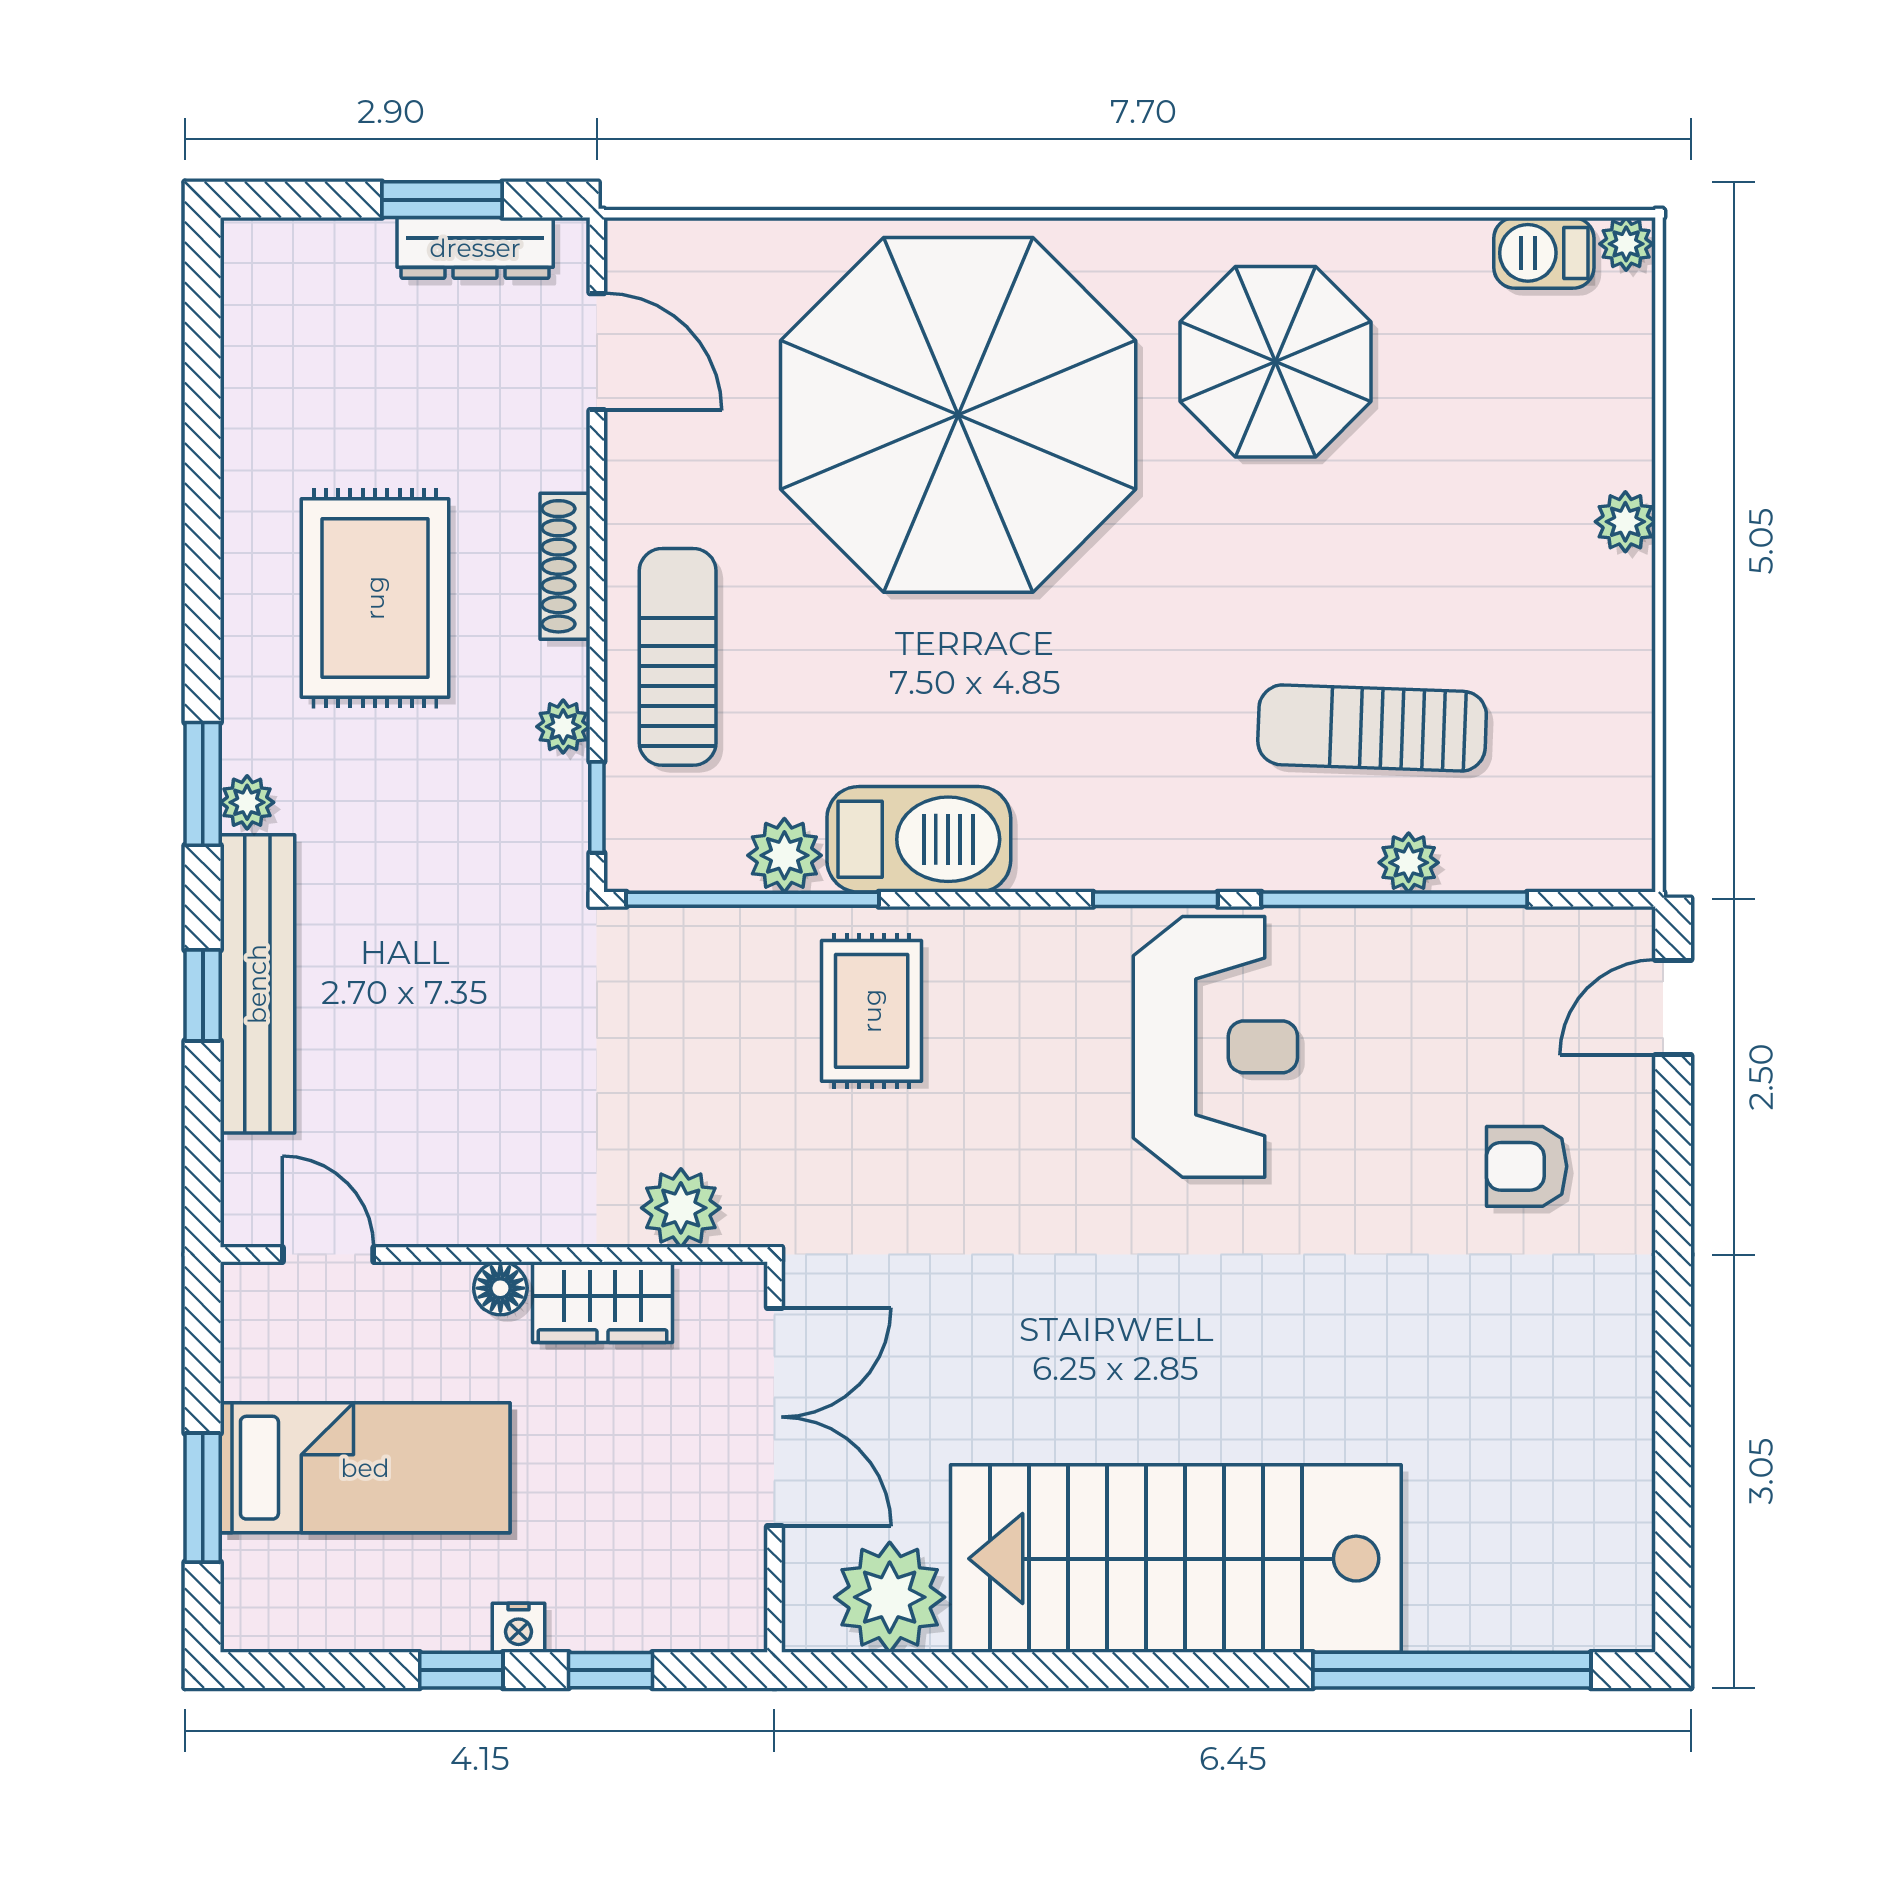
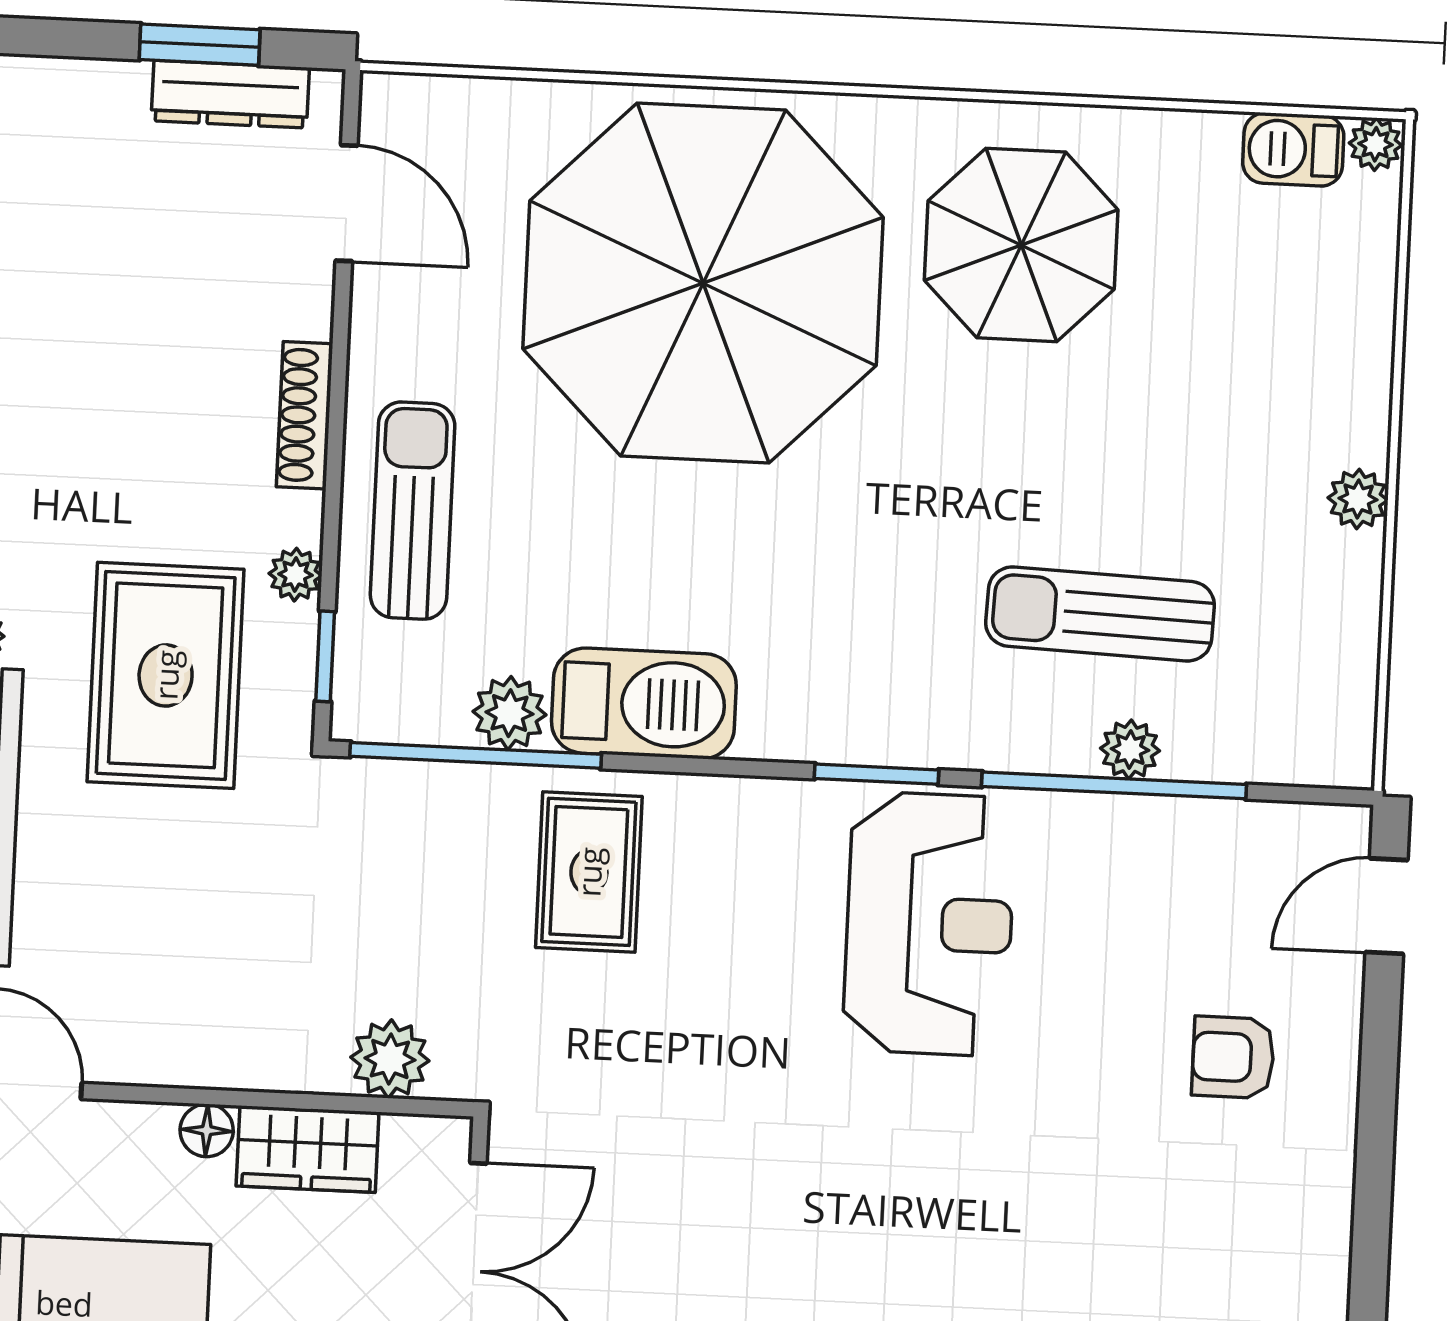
plant: (1625, 522) -> (1358, 499), moved
rug: (375, 598) -> (166, 675), moved

